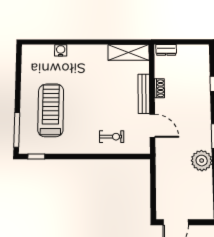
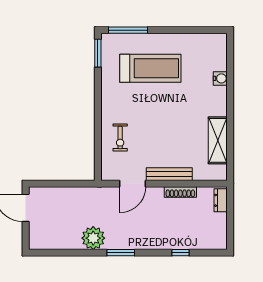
shelving: (129, 52) -> (218, 140), moved
shoe rack: (159, 88) -> (180, 192), width x1.43
window: (36, 156) -> (98, 53), width x1.50

